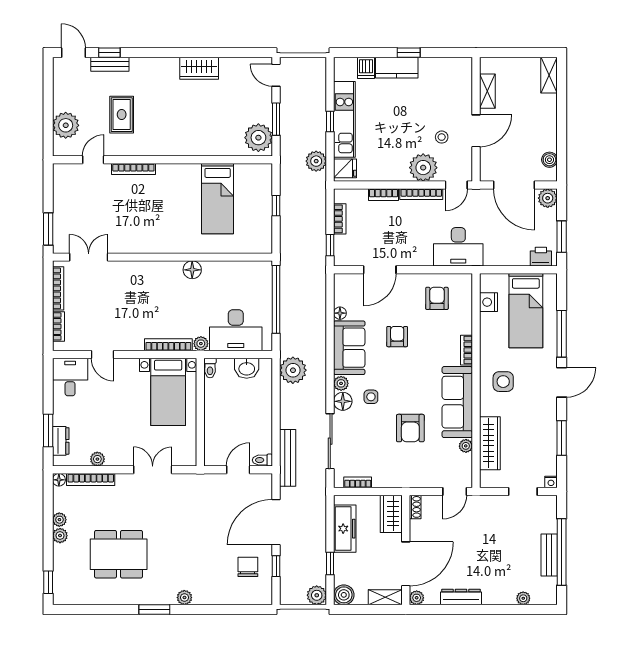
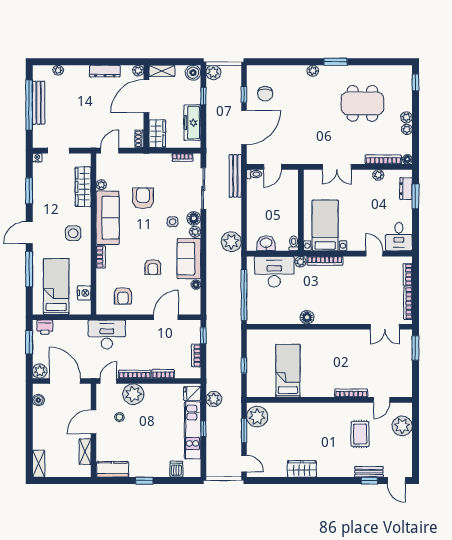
kitchen counter: (397, 68) -> (113, 469), moved
bench: (549, 555) -> (39, 103), width x1.36

